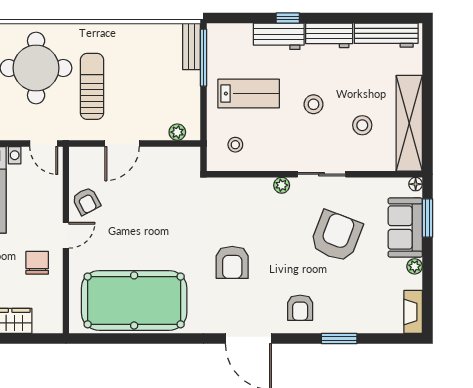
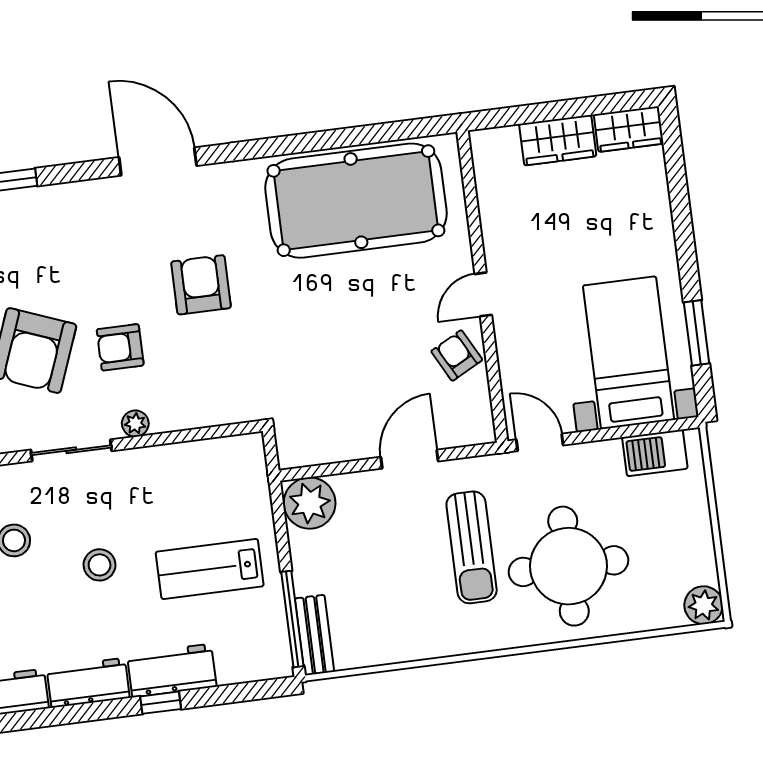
plant: (177, 132) -> (310, 503), width x1.88, depth x1.88
stool: (235, 145) -> (221, 481), removed
chair: (37, 263) -> (525, 243), removed
armchair: (300, 308) -> (120, 347), moved, turned -90

